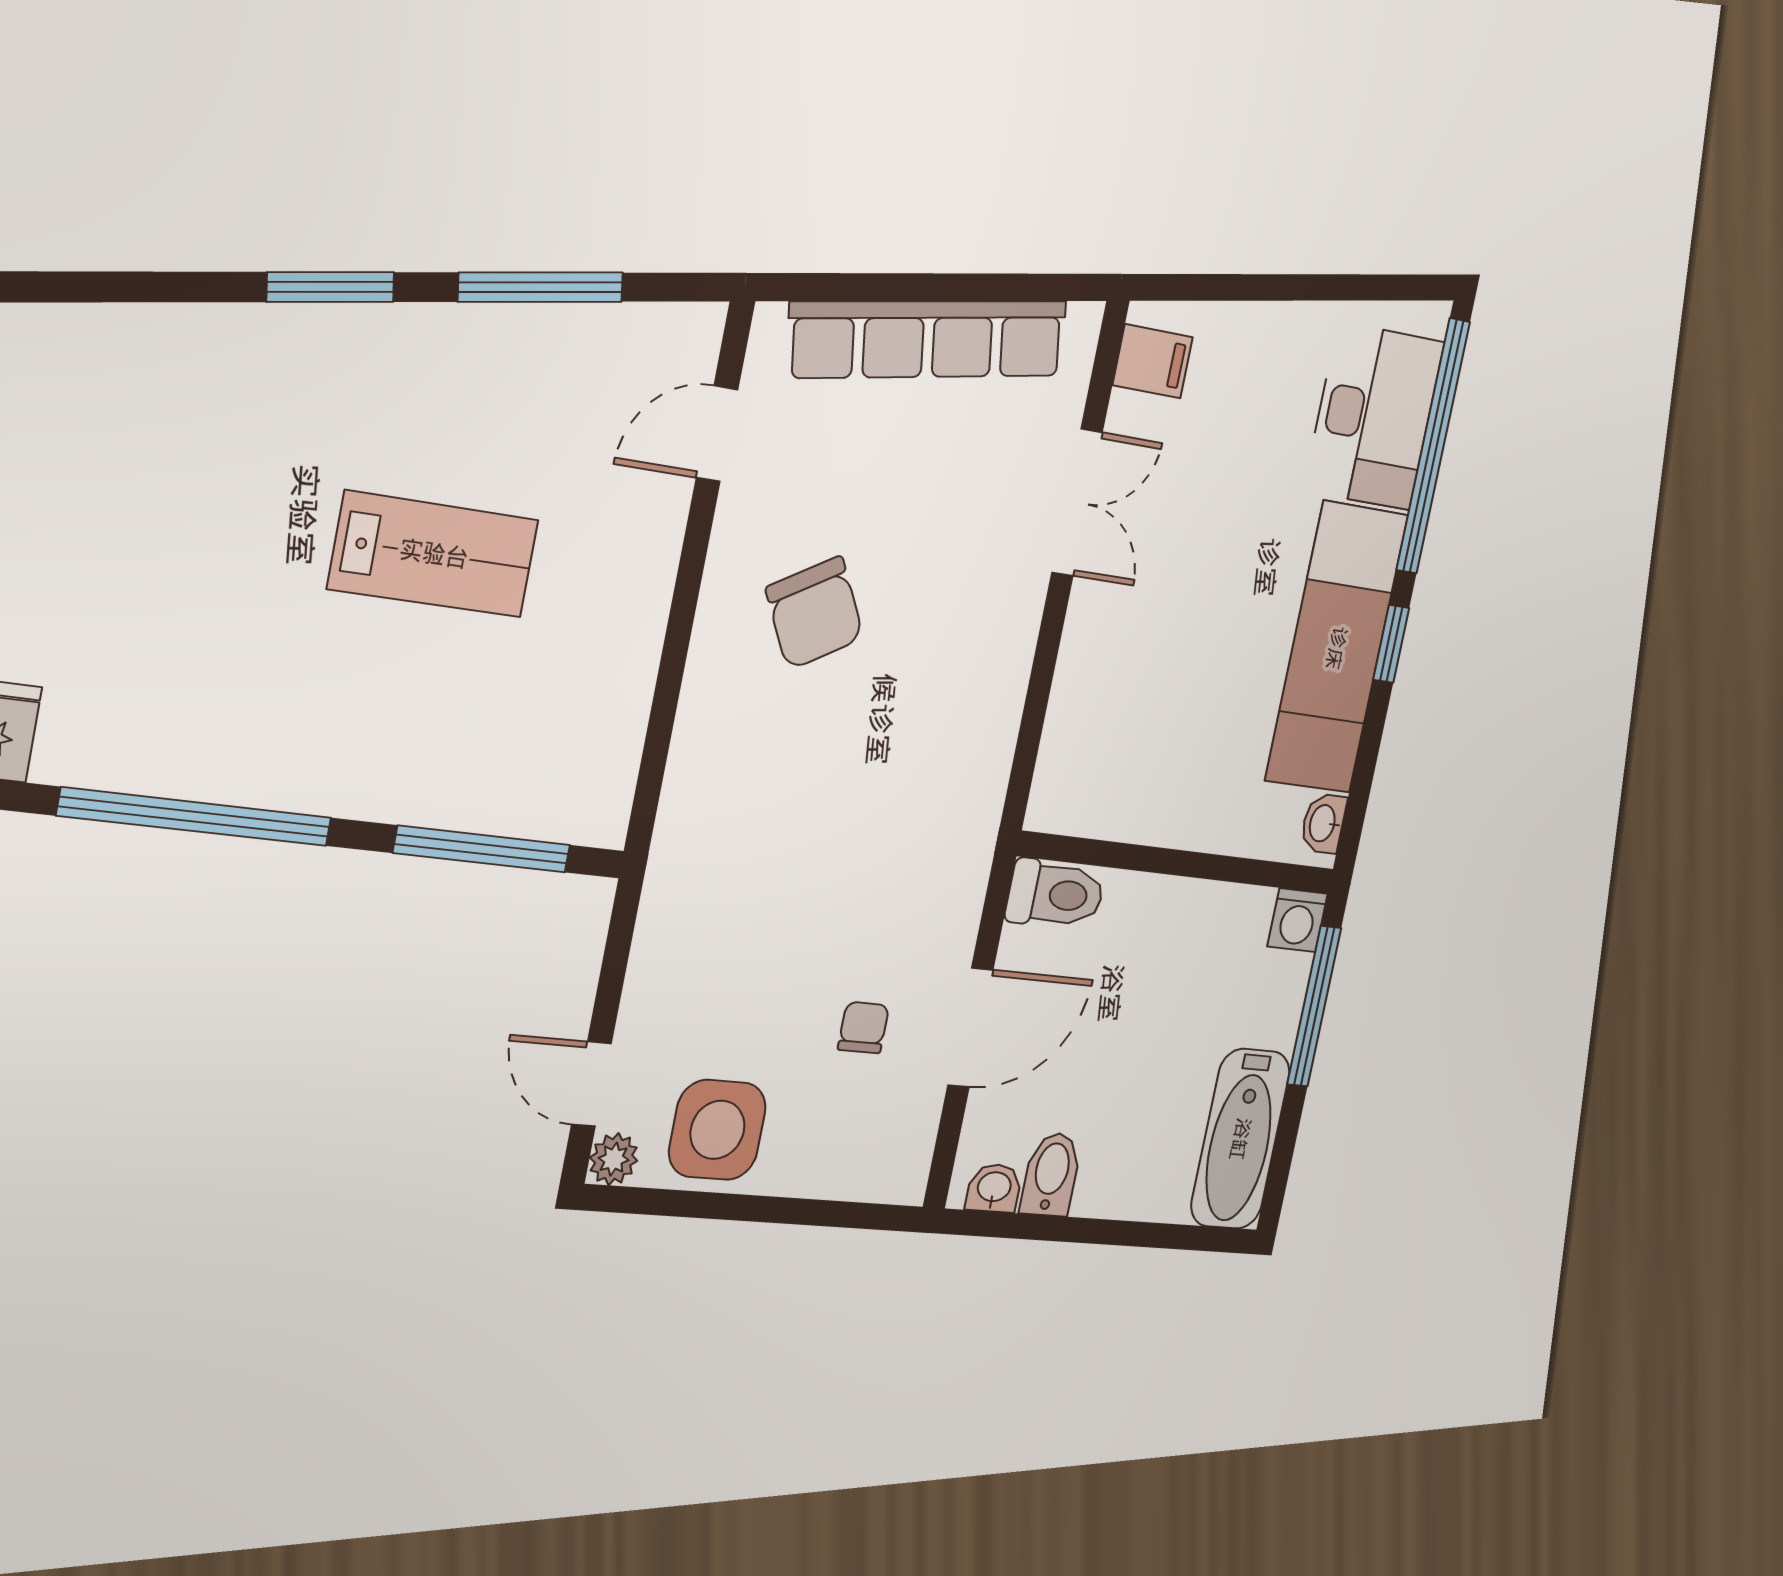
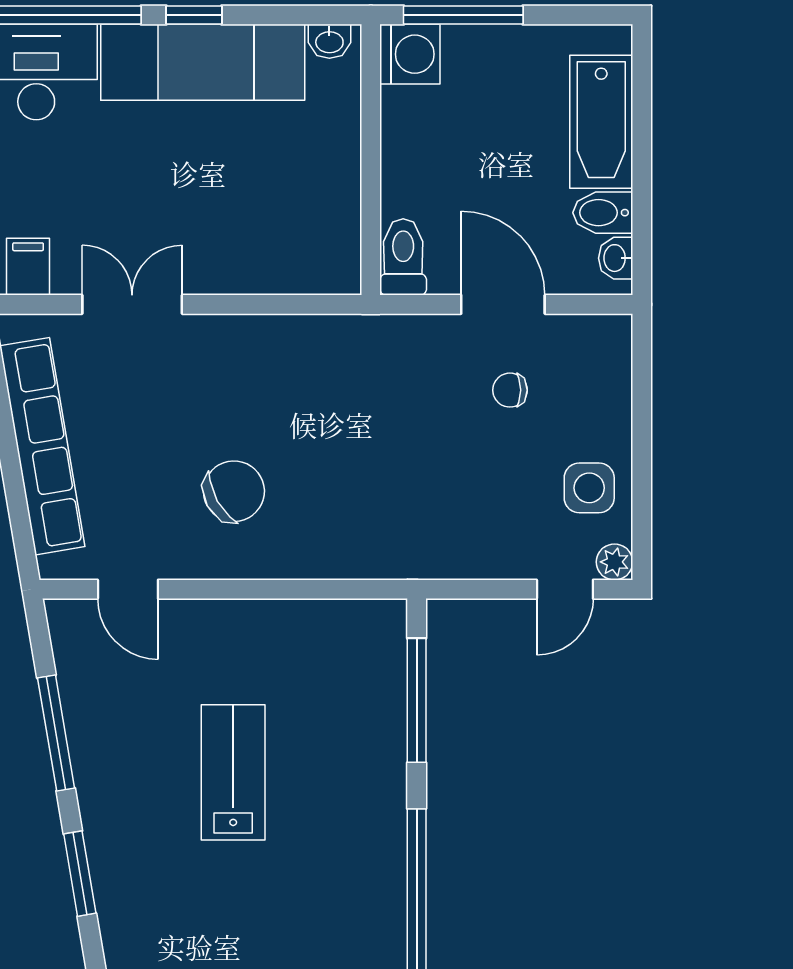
washing machine: (1298, 920) -> (410, 54), width x1.38, depth x1.38
side table: (717, 1130) -> (589, 488), width x0.73, depth x0.73
bathtub: (1240, 1139) -> (601, 122), moved, turned 90

